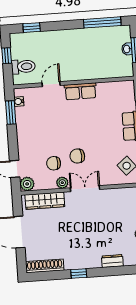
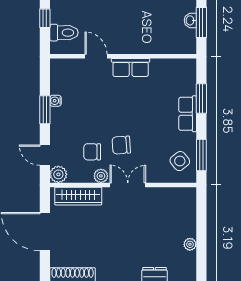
door: (51, 84) -> (96, 56), hinge flipped
water cooler: (19, 101) -> (56, 101), moved
window: (11, 112) -> (45, 110), moved

